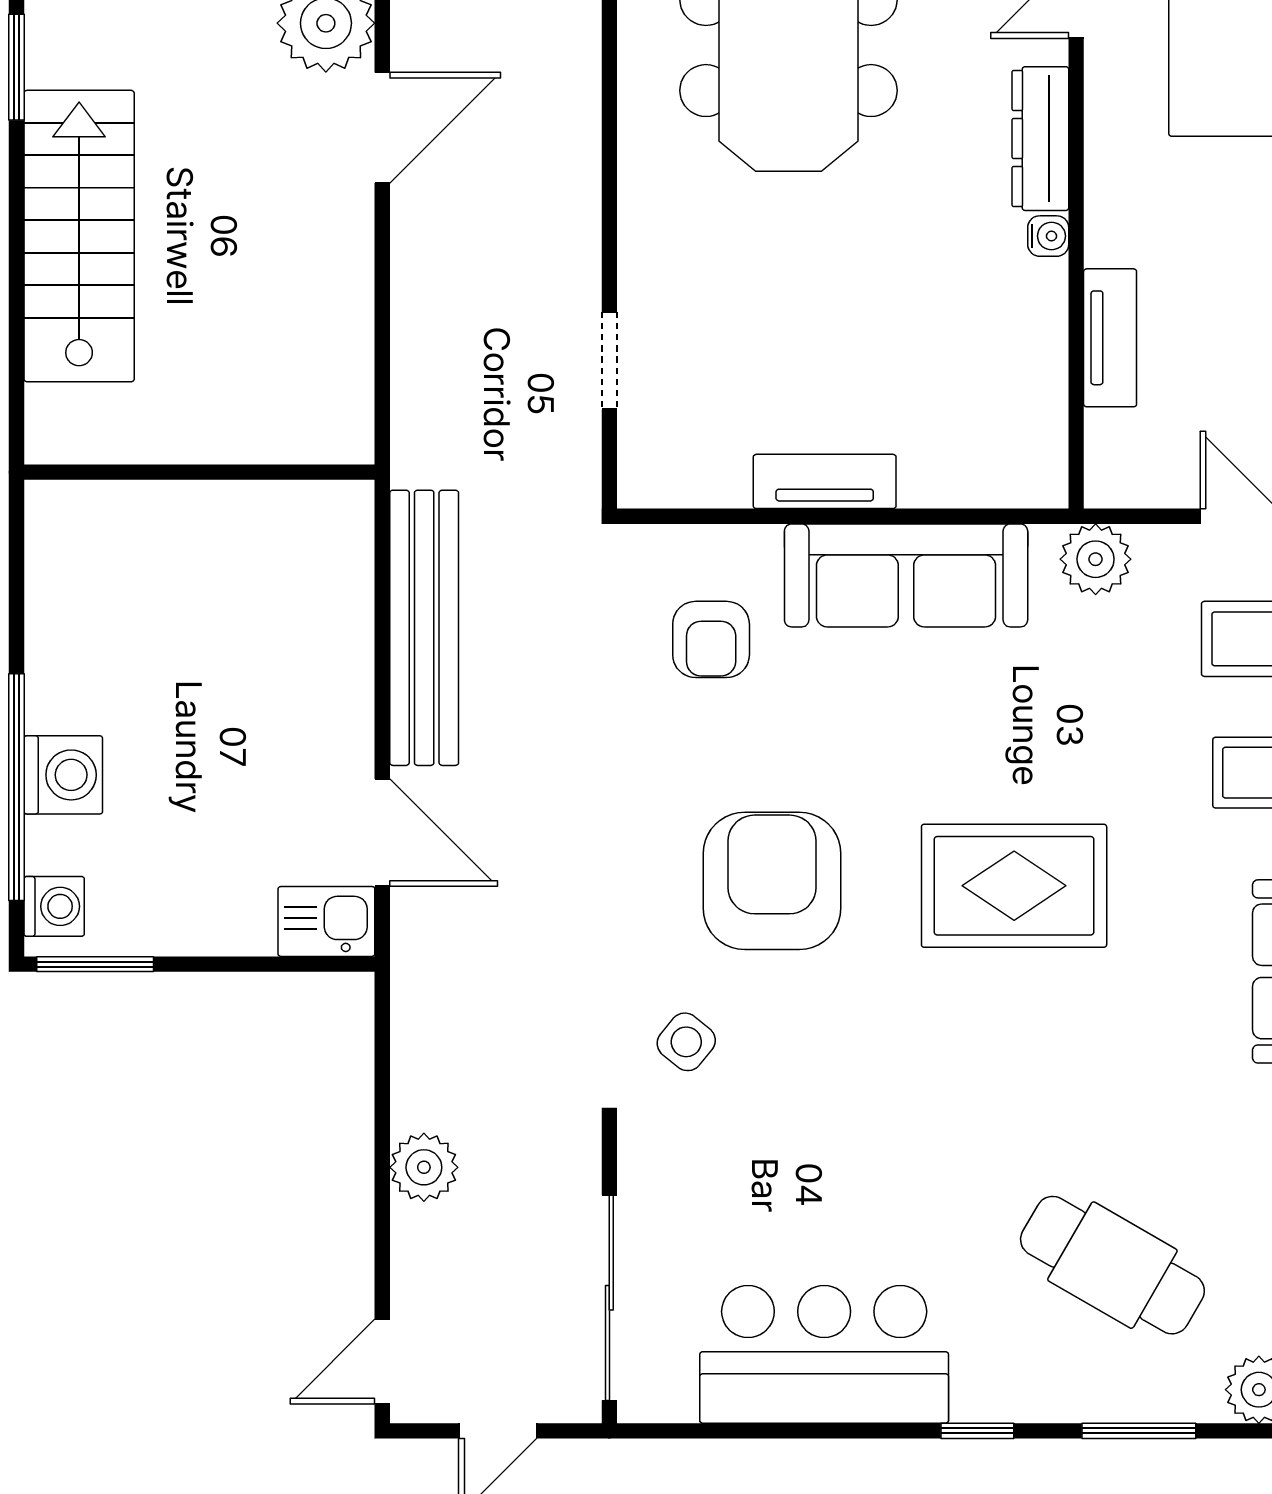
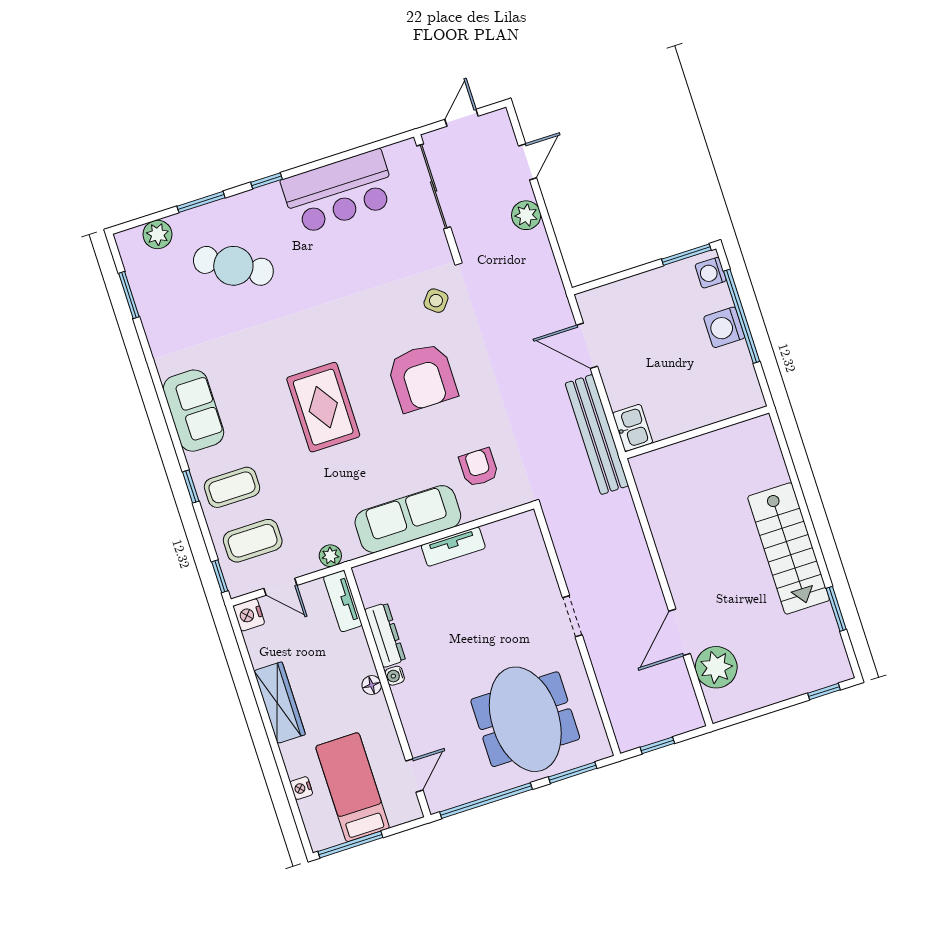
dresser: (1040, 139) -> (385, 635), moved
floor lamp: (1106, 232) -> (372, 685), added
tv unit: (1110, 338) -> (343, 601), moved
doorway: (609, 361) -> (572, 616), moved
wall: (199, 472) -> (697, 432), moved
plant: (1096, 559) -> (330, 556), width x0.73, depth x0.73
rug: (1014, 886) -> (323, 407), turned 90
kitchen sink: (326, 921) -> (633, 428), moved, turned -90
door: (382, 1362) -> (528, 162), moved

